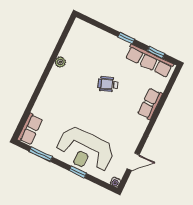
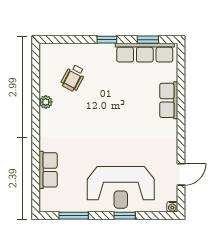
wheelchair: (108, 84) -> (73, 78), moved, turned -42
row of seats: (30, 129) -> (48, 170), moved

